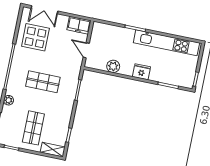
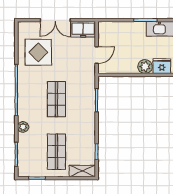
double door: (44, 10) -> (55, 20), moved
door: (86, 50) -> (97, 55), swing flipped
plant: (113, 66) -> (145, 67), moved
shop shelf: (43, 82) -> (56, 99), turned 90

